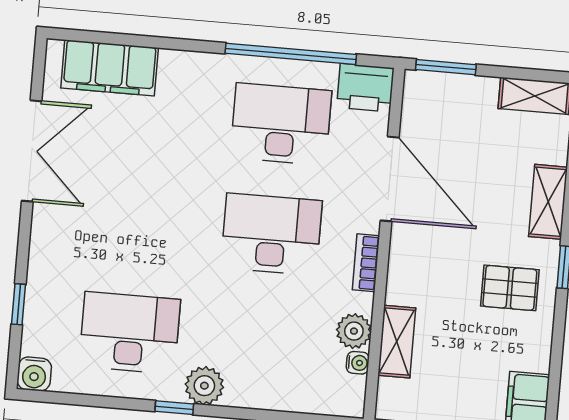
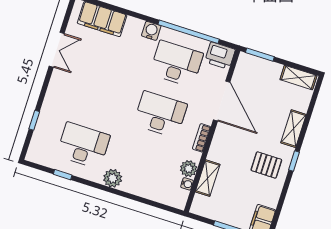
double door: (32, 151) -> (57, 50), width x0.73
water cooler: (34, 374) -> (151, 31), moved, turned 180
window: (174, 408) -> (63, 175), moved

